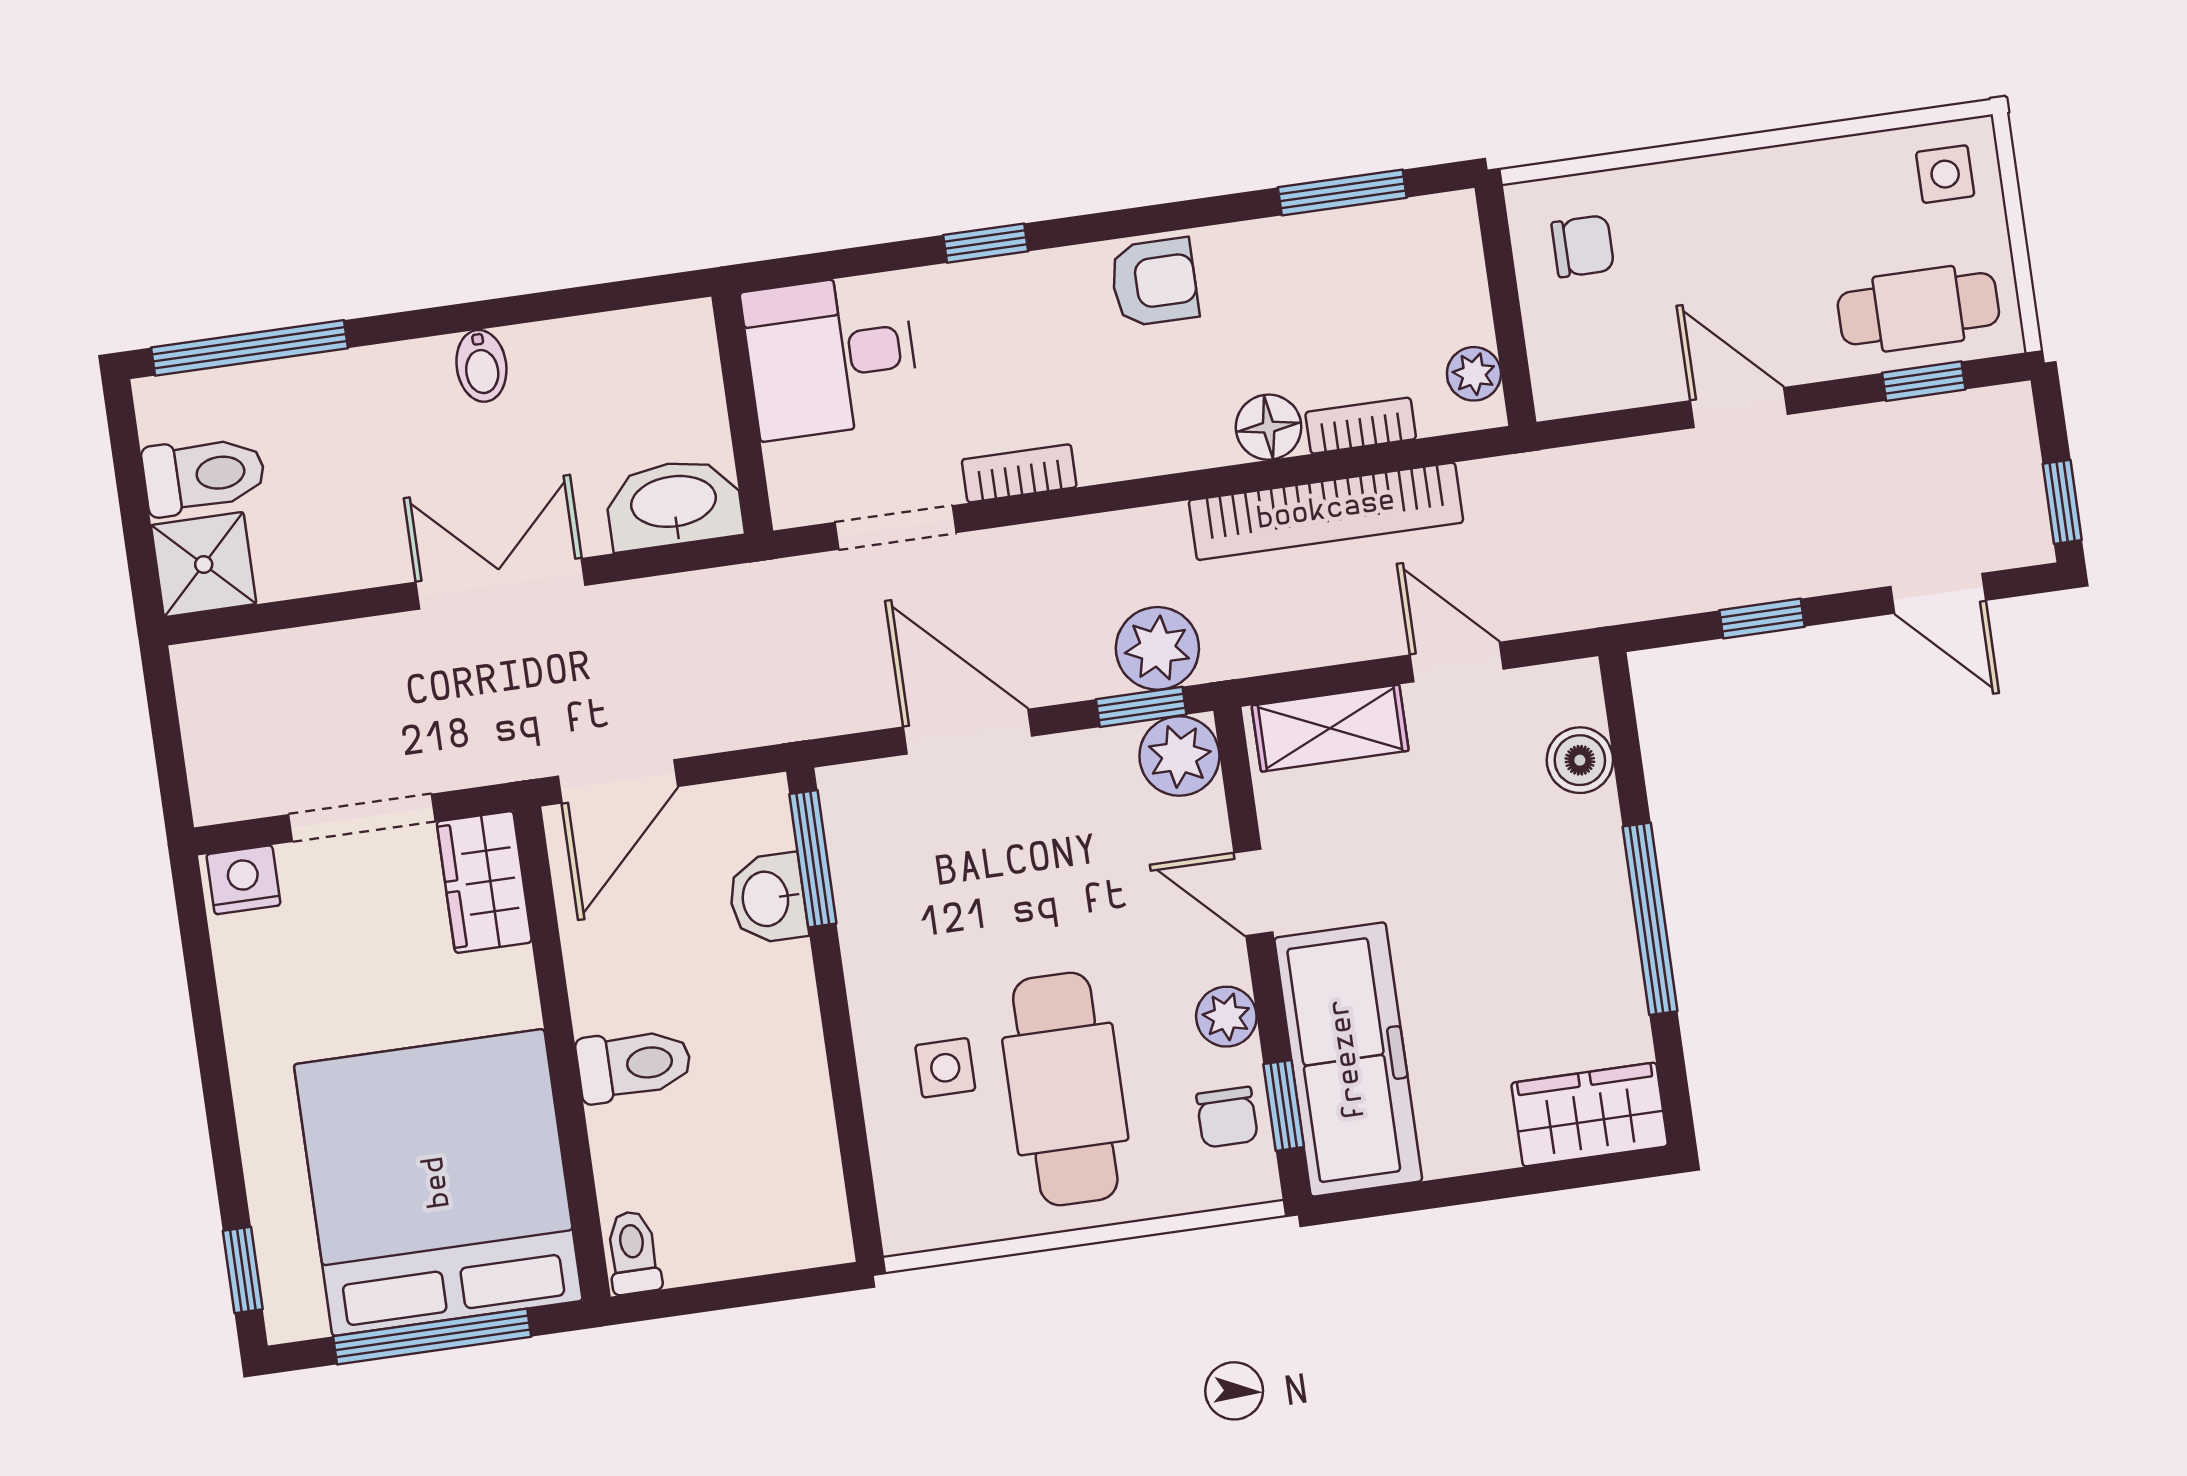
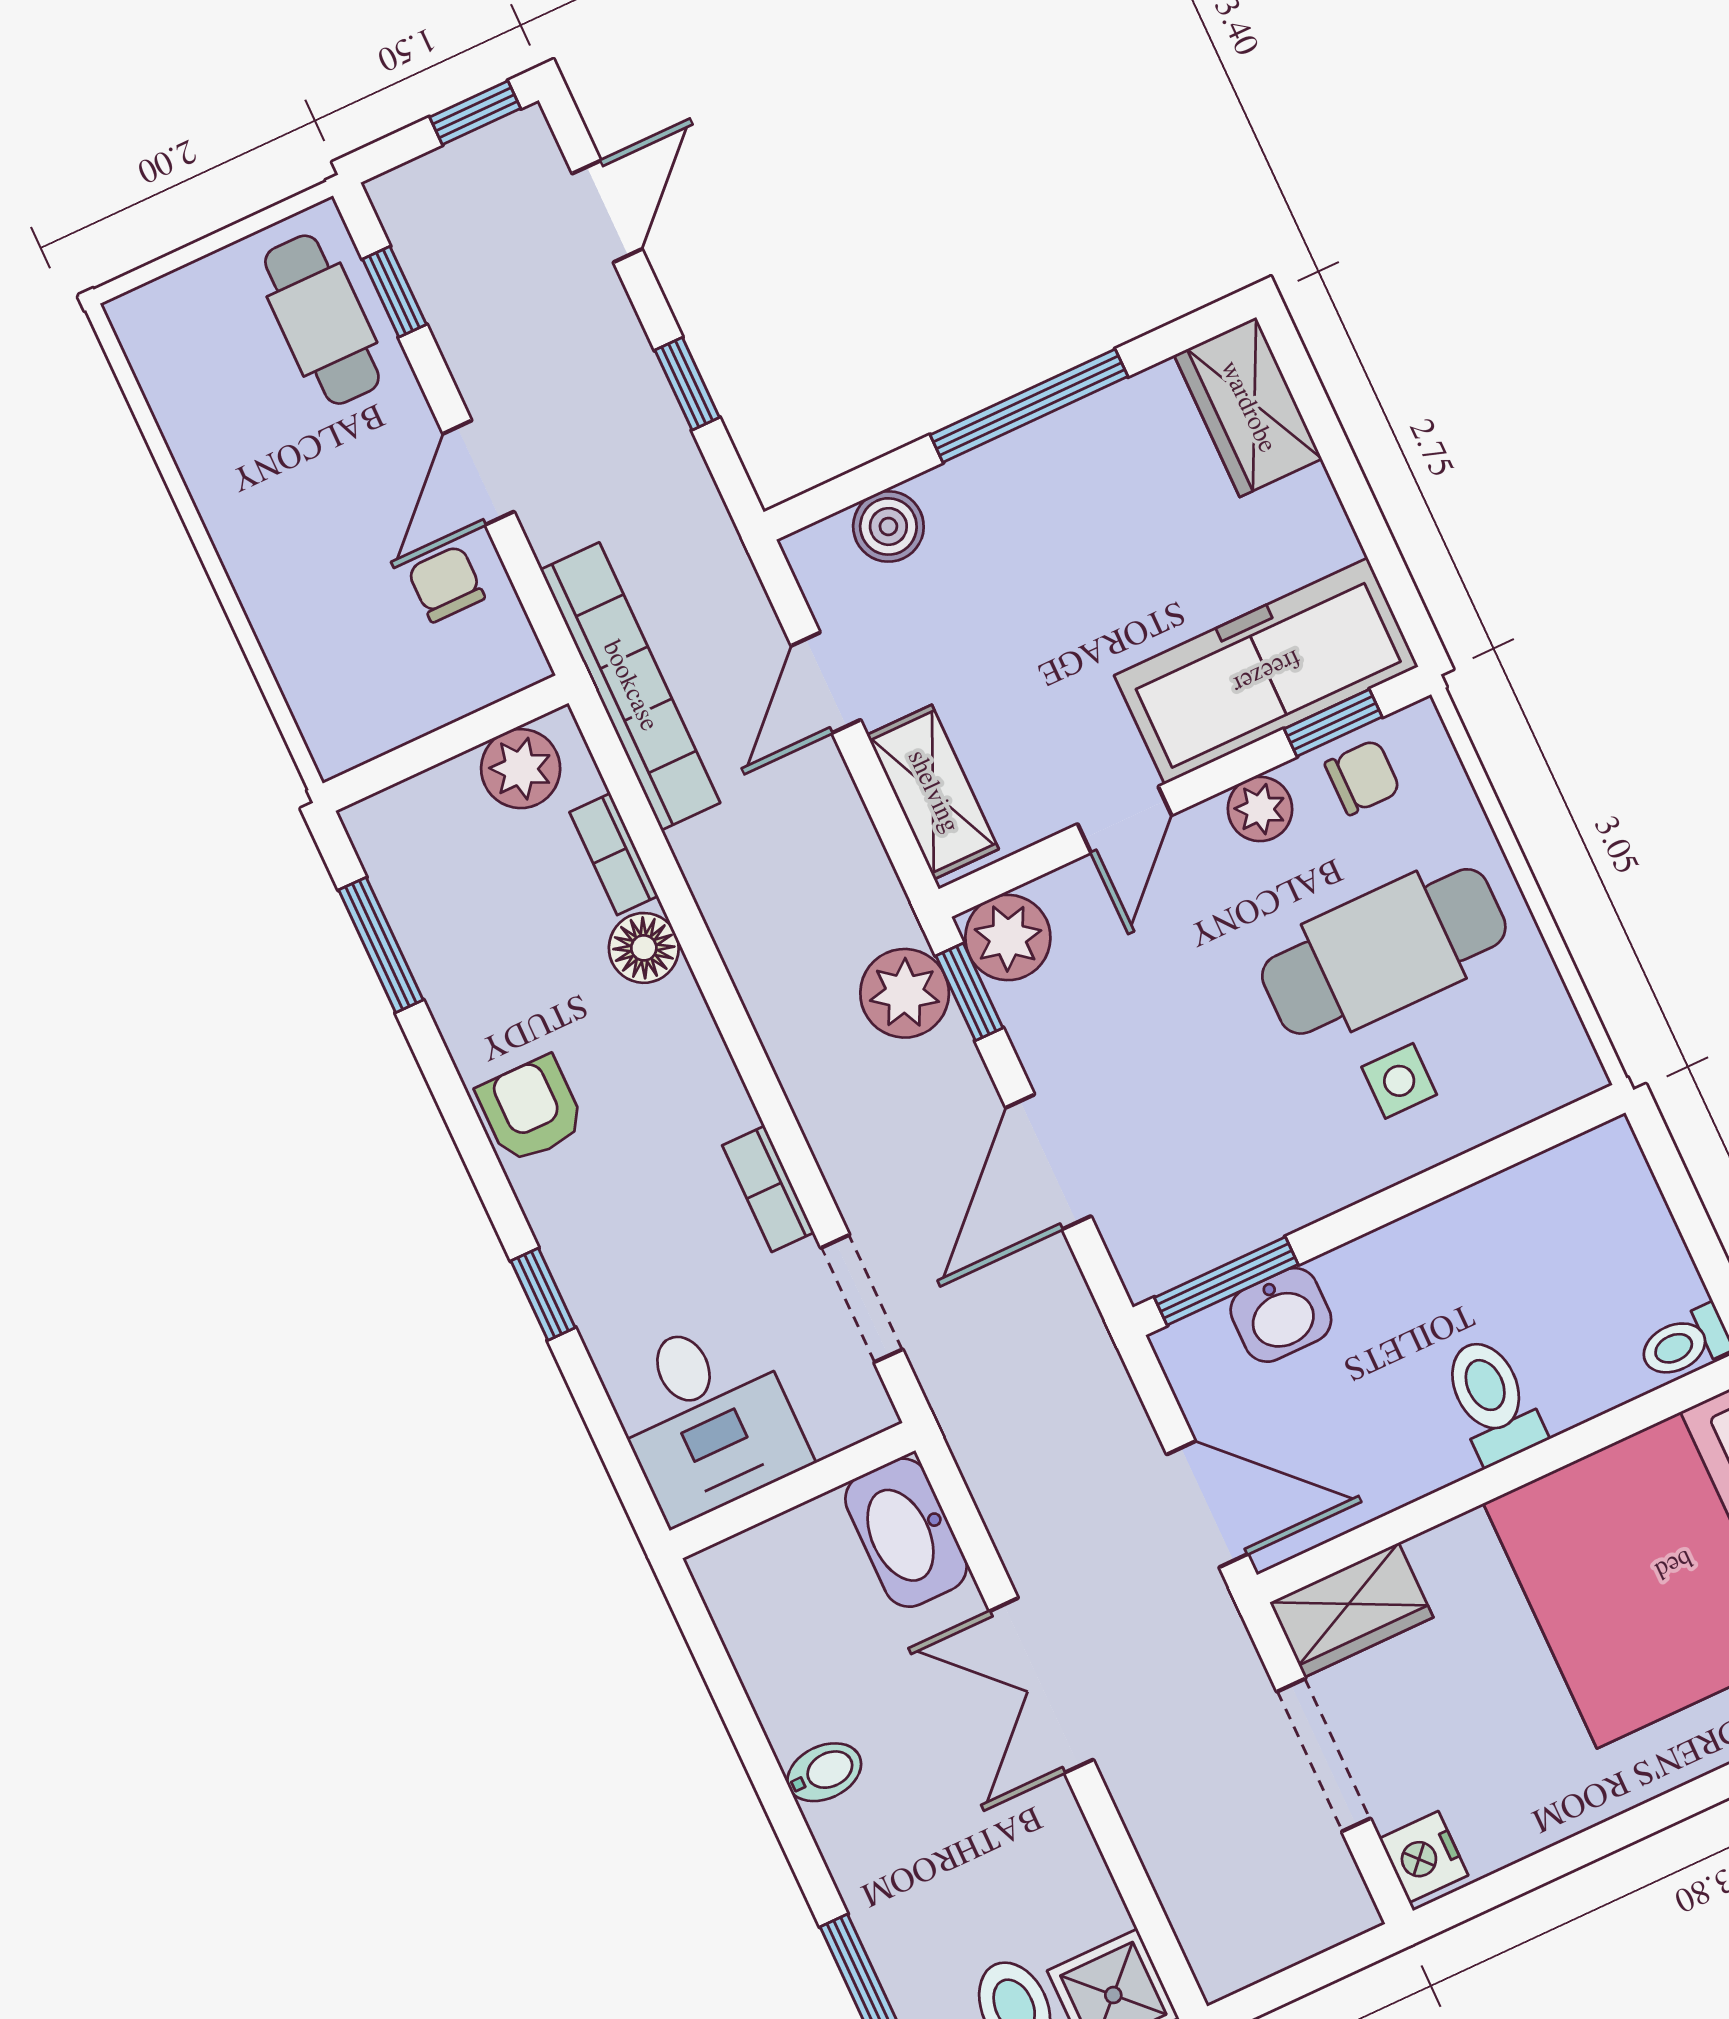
side table: (1945, 174) -> (176, 334), removed
chair: (1583, 246) -> (446, 584), moved
plant: (1474, 374) -> (521, 769), width x1.38, depth x1.38
bookcase: (1326, 511) -> (630, 686), moved

